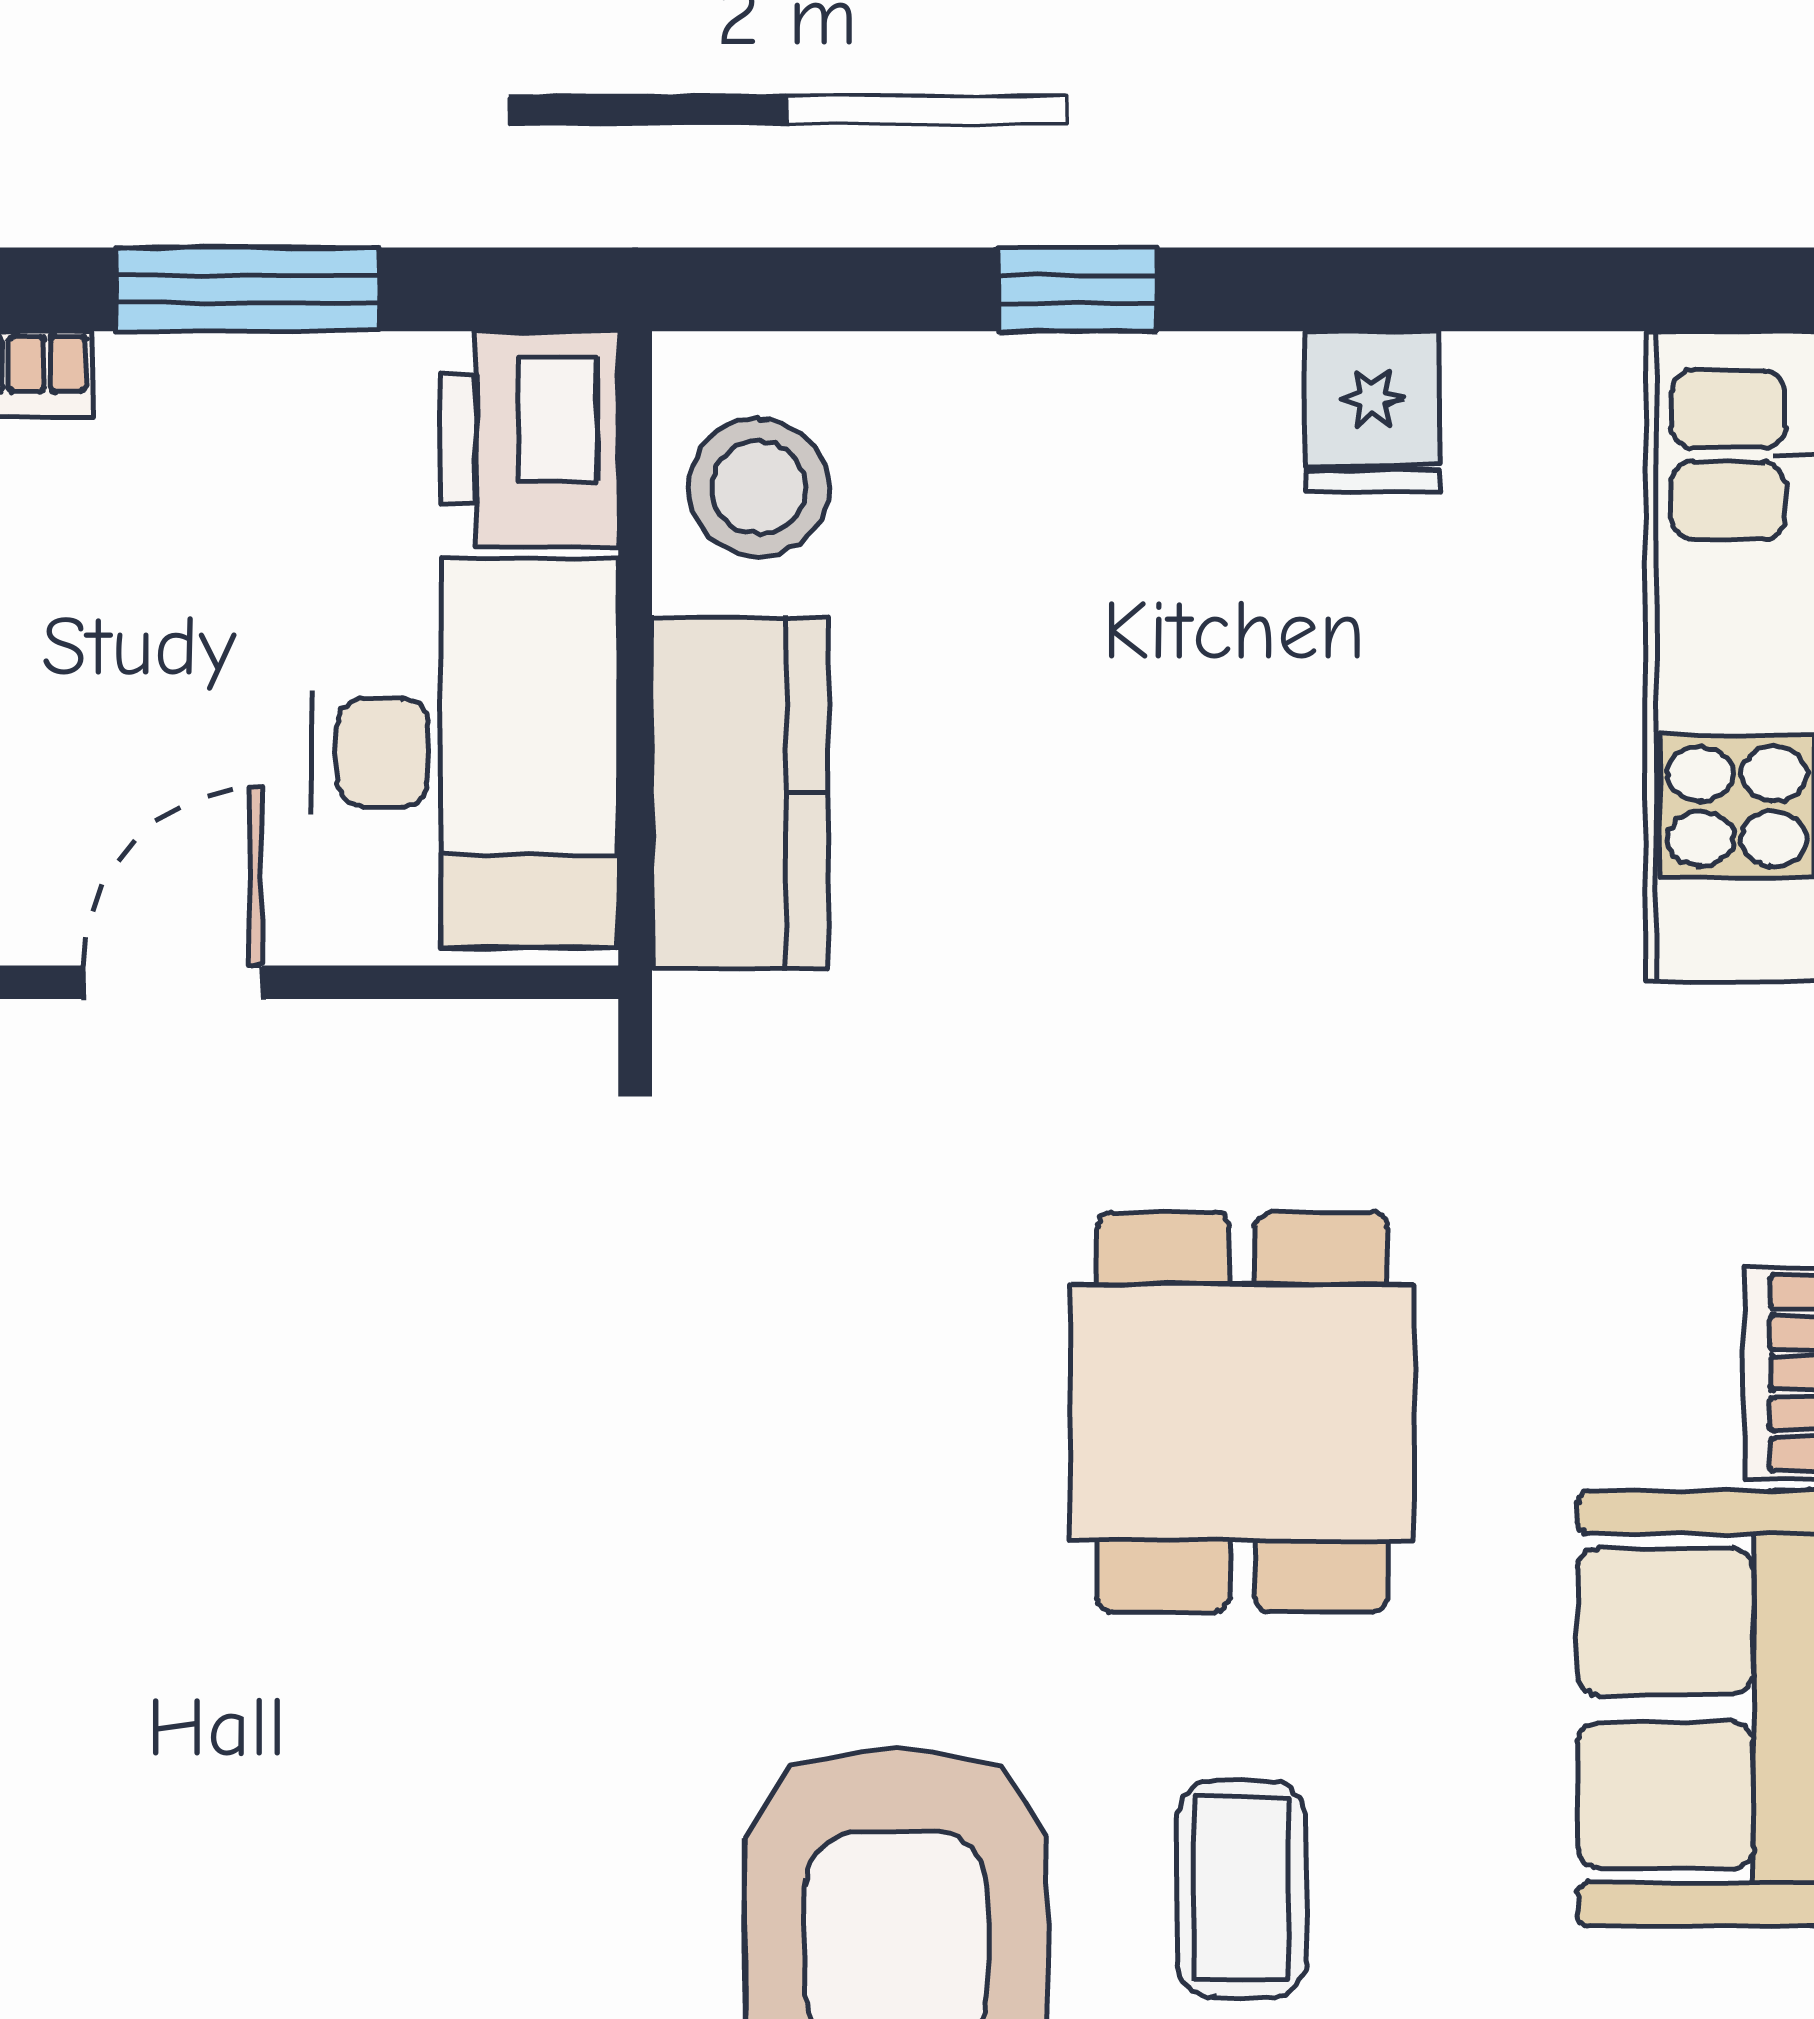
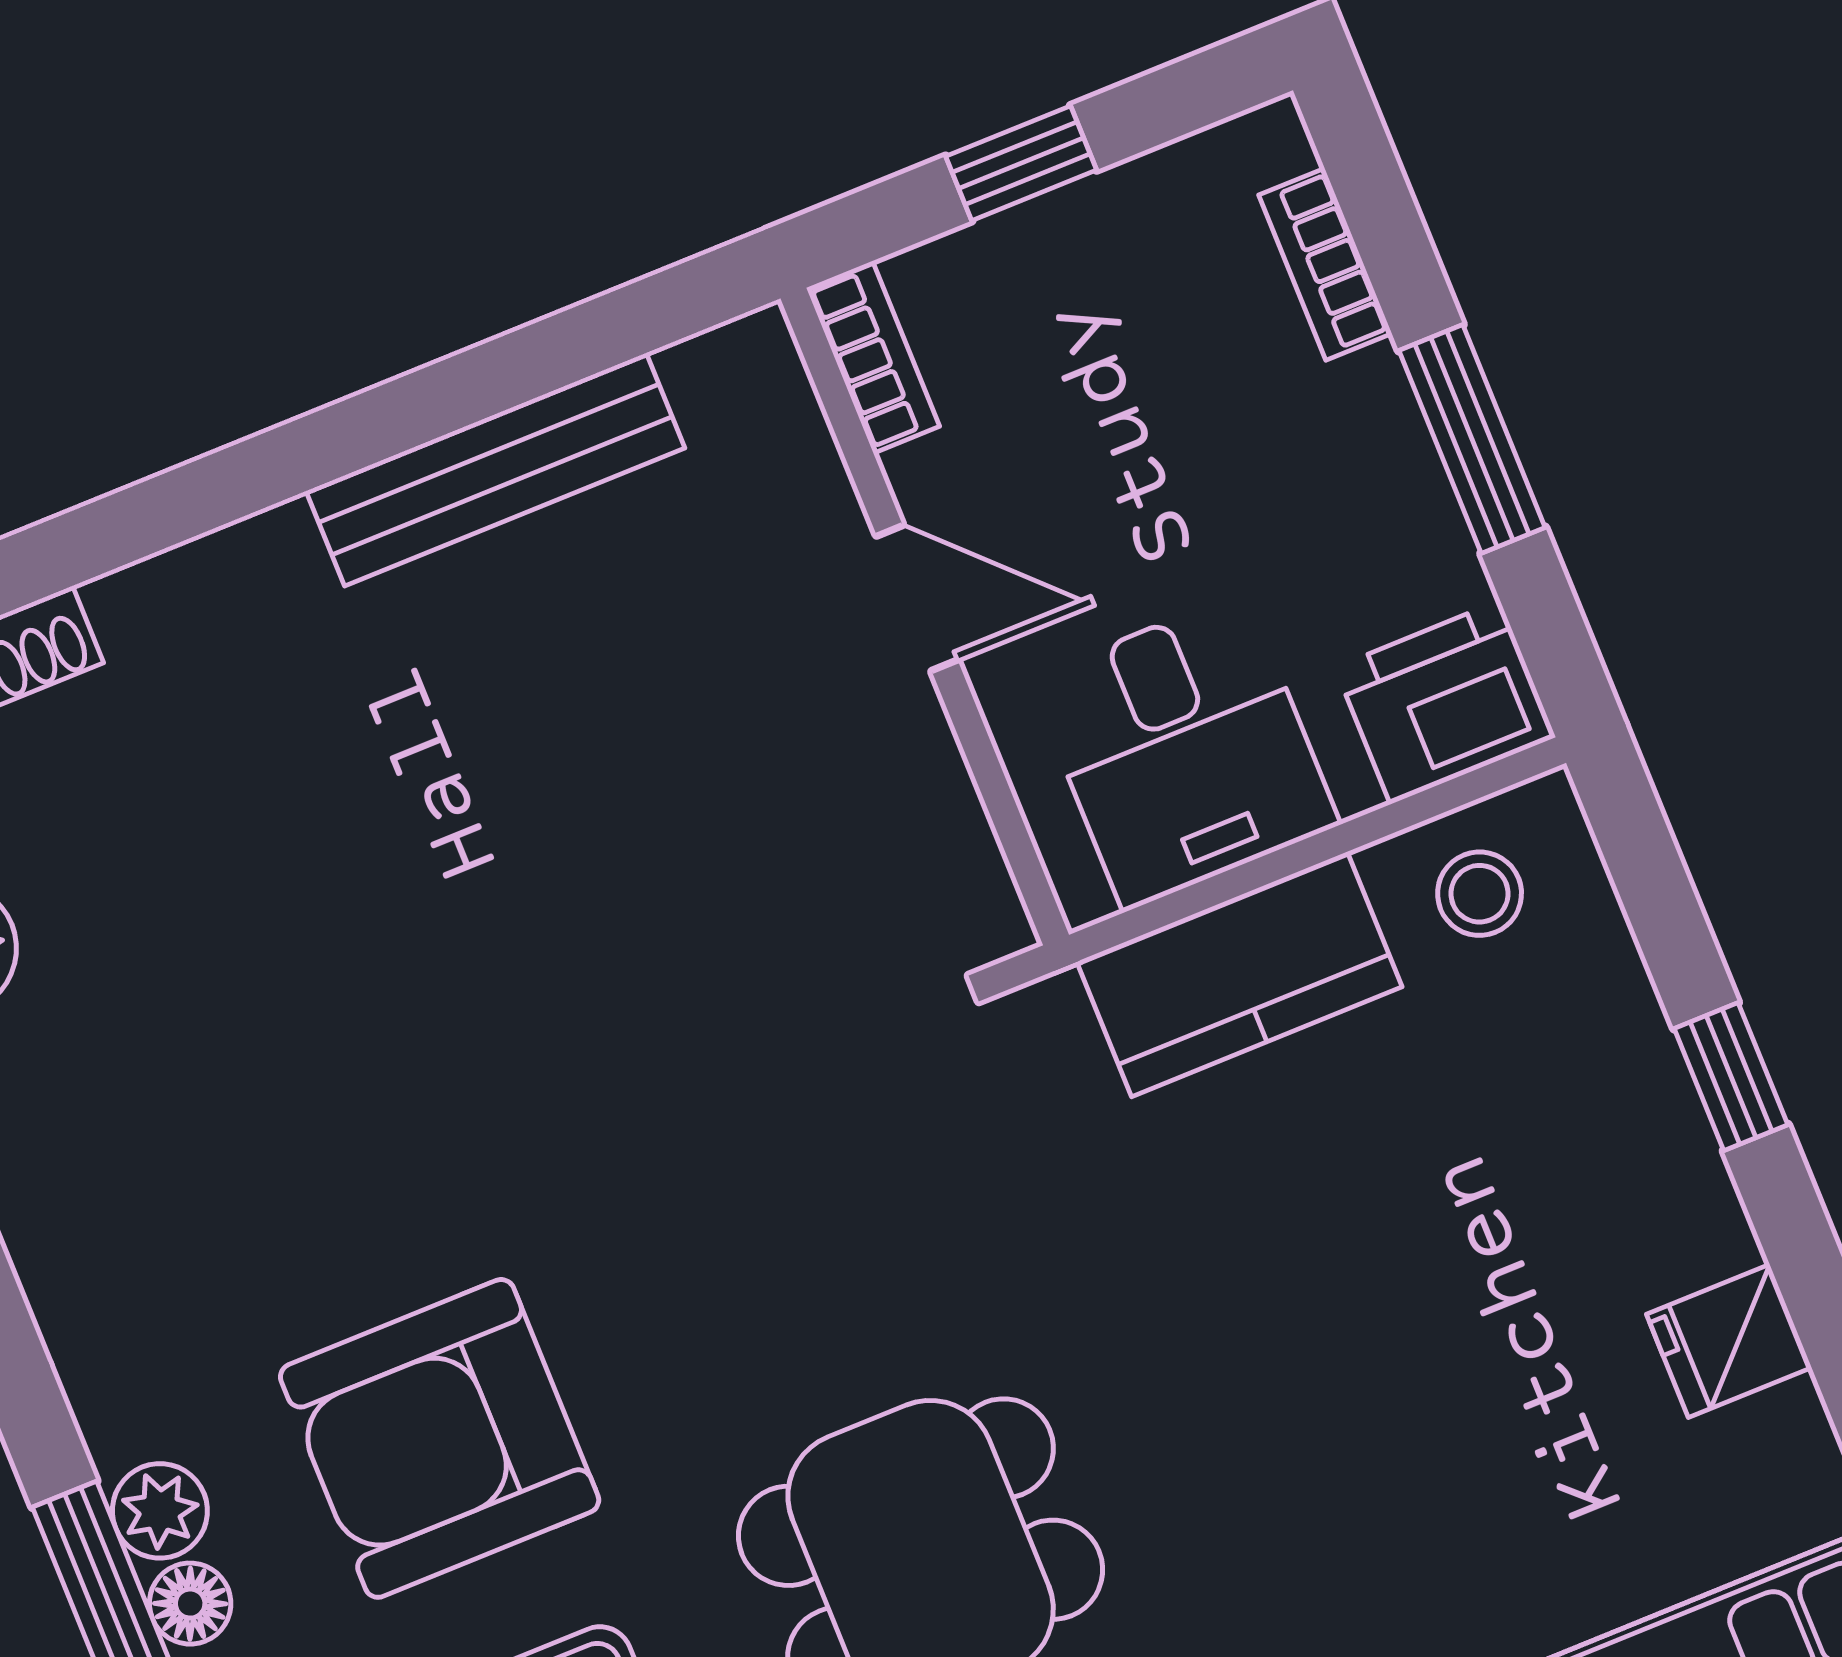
stool: (759, 488) -> (1480, 894), width x0.73, depth x0.73
desk: (465, 753) -> (1184, 751), width x0.73

